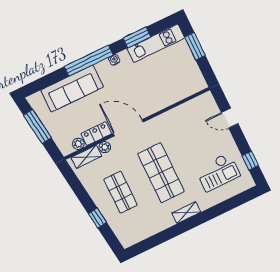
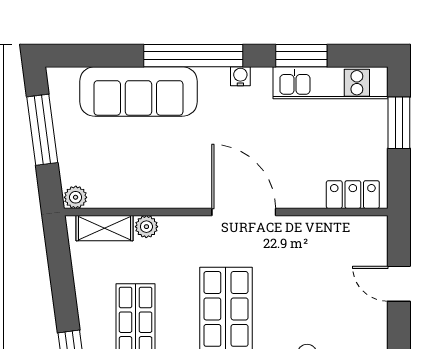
door: (128, 128) -> (244, 212), moved
locker: (96, 134) -> (353, 195), moved
plant: (78, 144) -> (76, 197), moved

